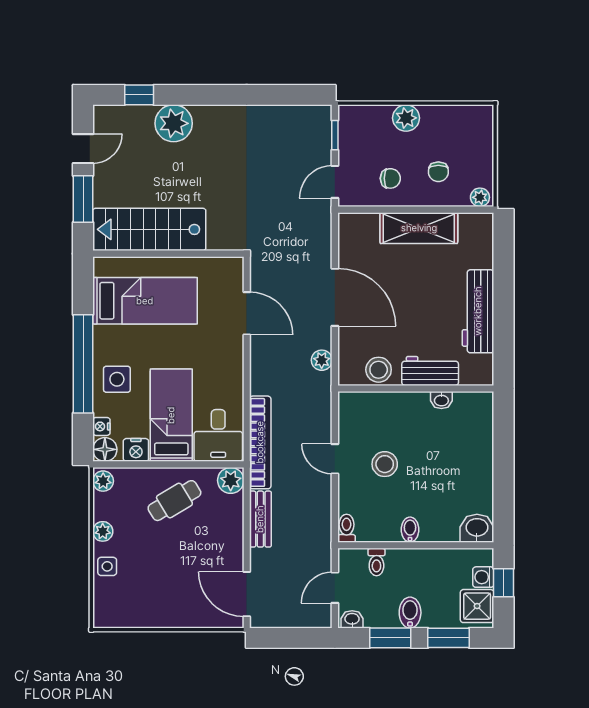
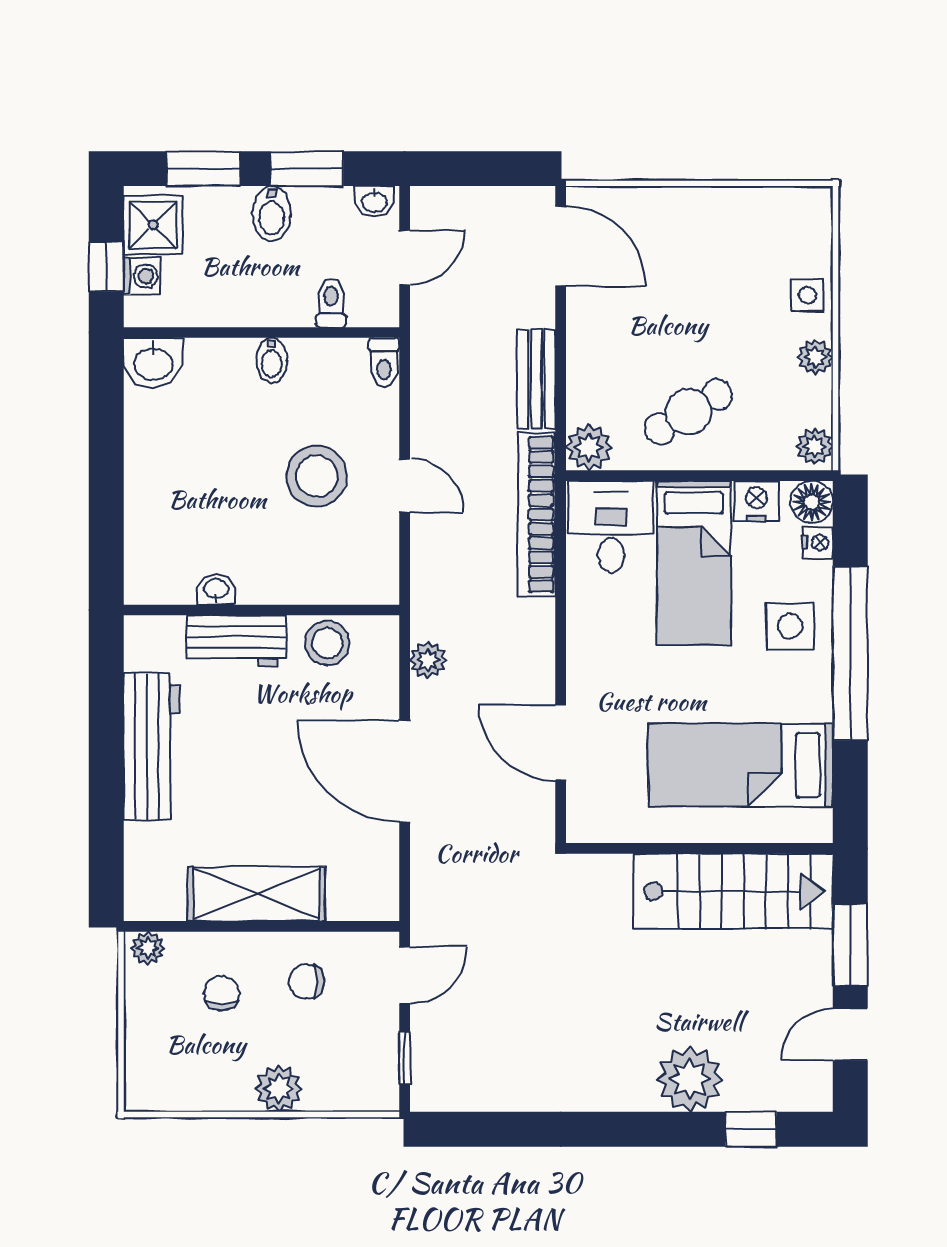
stool: (385, 464) -> (317, 476), width x1.38, depth x1.38

